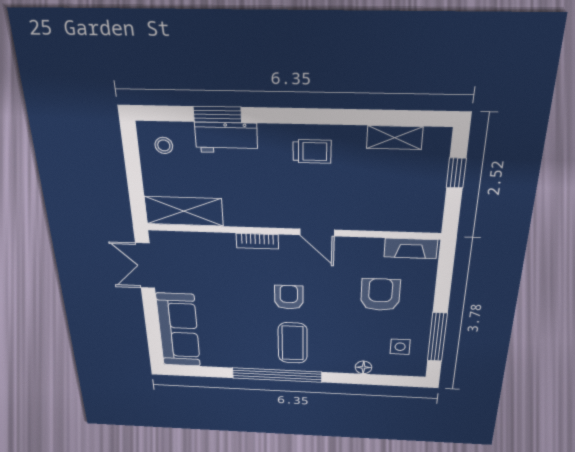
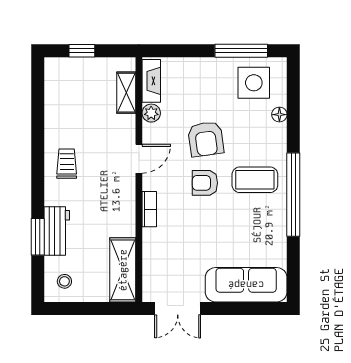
shelving: (395, 138) -> (126, 93), moved
plant: (372, 247) -> (151, 113), added
armchair: (380, 295) -> (206, 139), moved, turned -98
side table: (400, 347) -> (254, 83), width x1.87, depth x1.87

